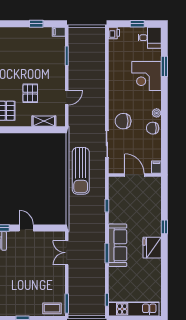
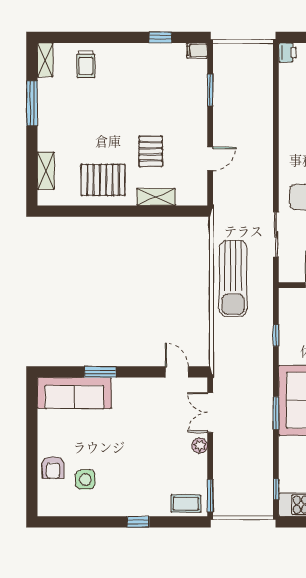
shelving: (44, 121) -> (156, 197), moved
door: (26, 228) -> (177, 372), moved
plant: (60, 273) -> (200, 446), added

